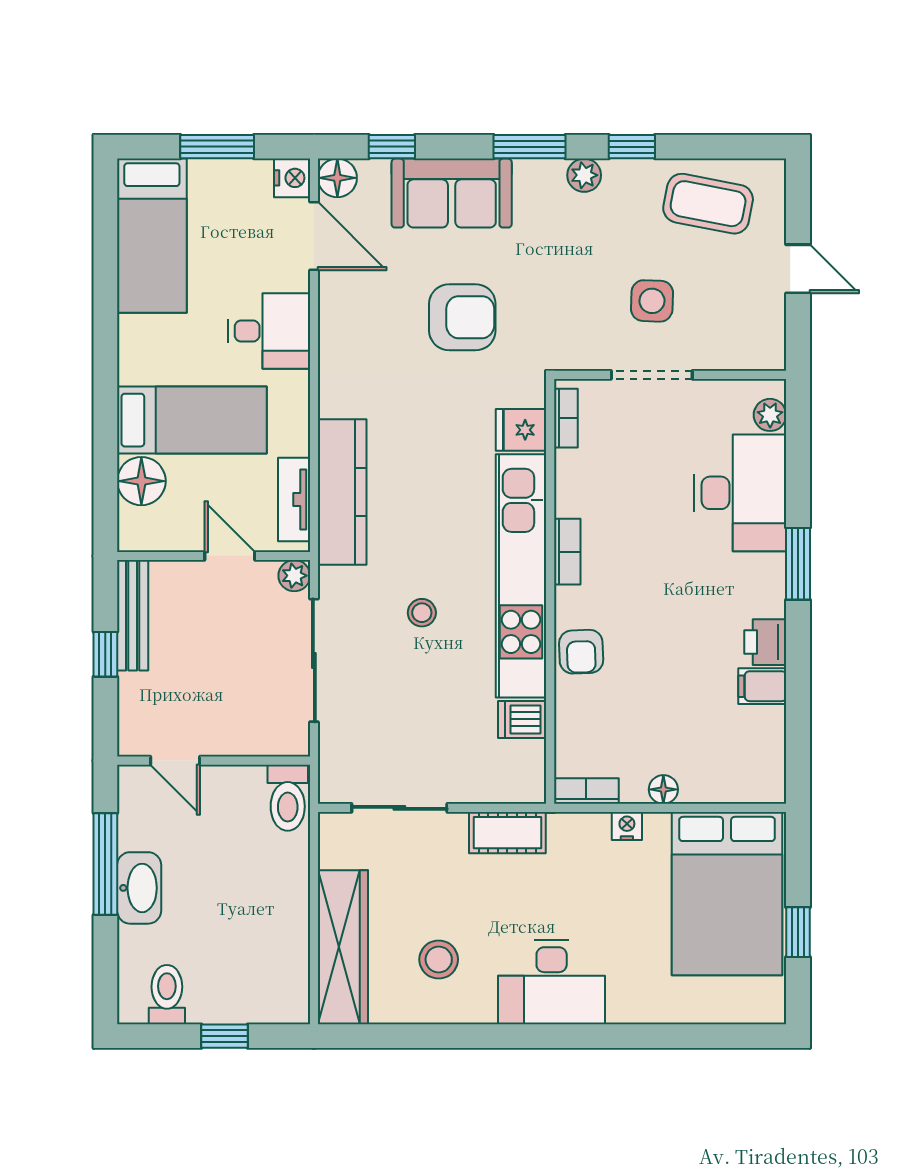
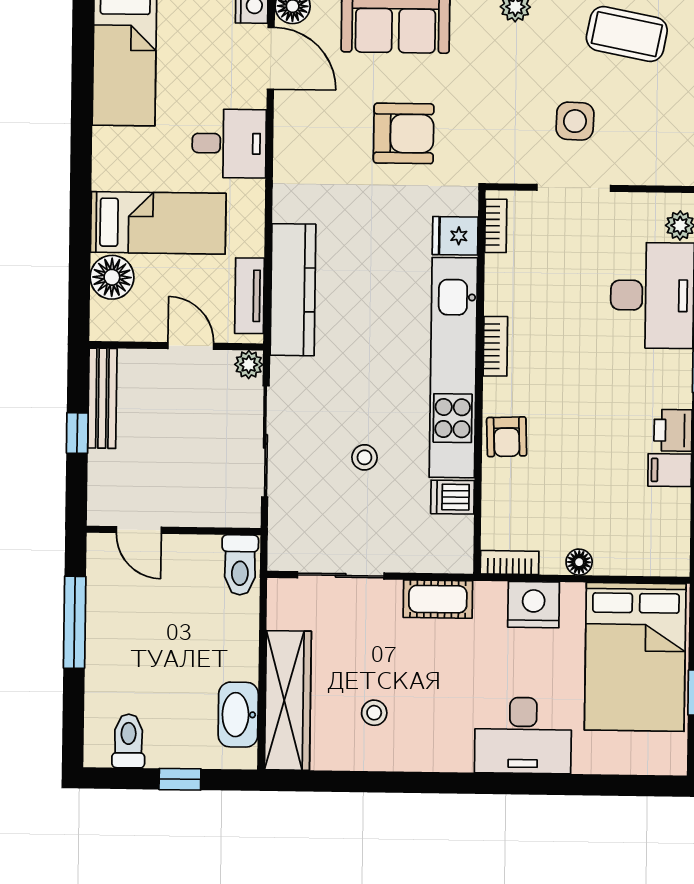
stool: (422, 613) -> (364, 457), moved
nightstand: (627, 826) -> (534, 605), width x1.89, depth x1.79
washbasin: (139, 888) -> (238, 715), moved, turned 180
stool: (439, 959) -> (374, 713), width x0.73, depth x0.73
desk: (552, 982) -> (523, 735), moved

